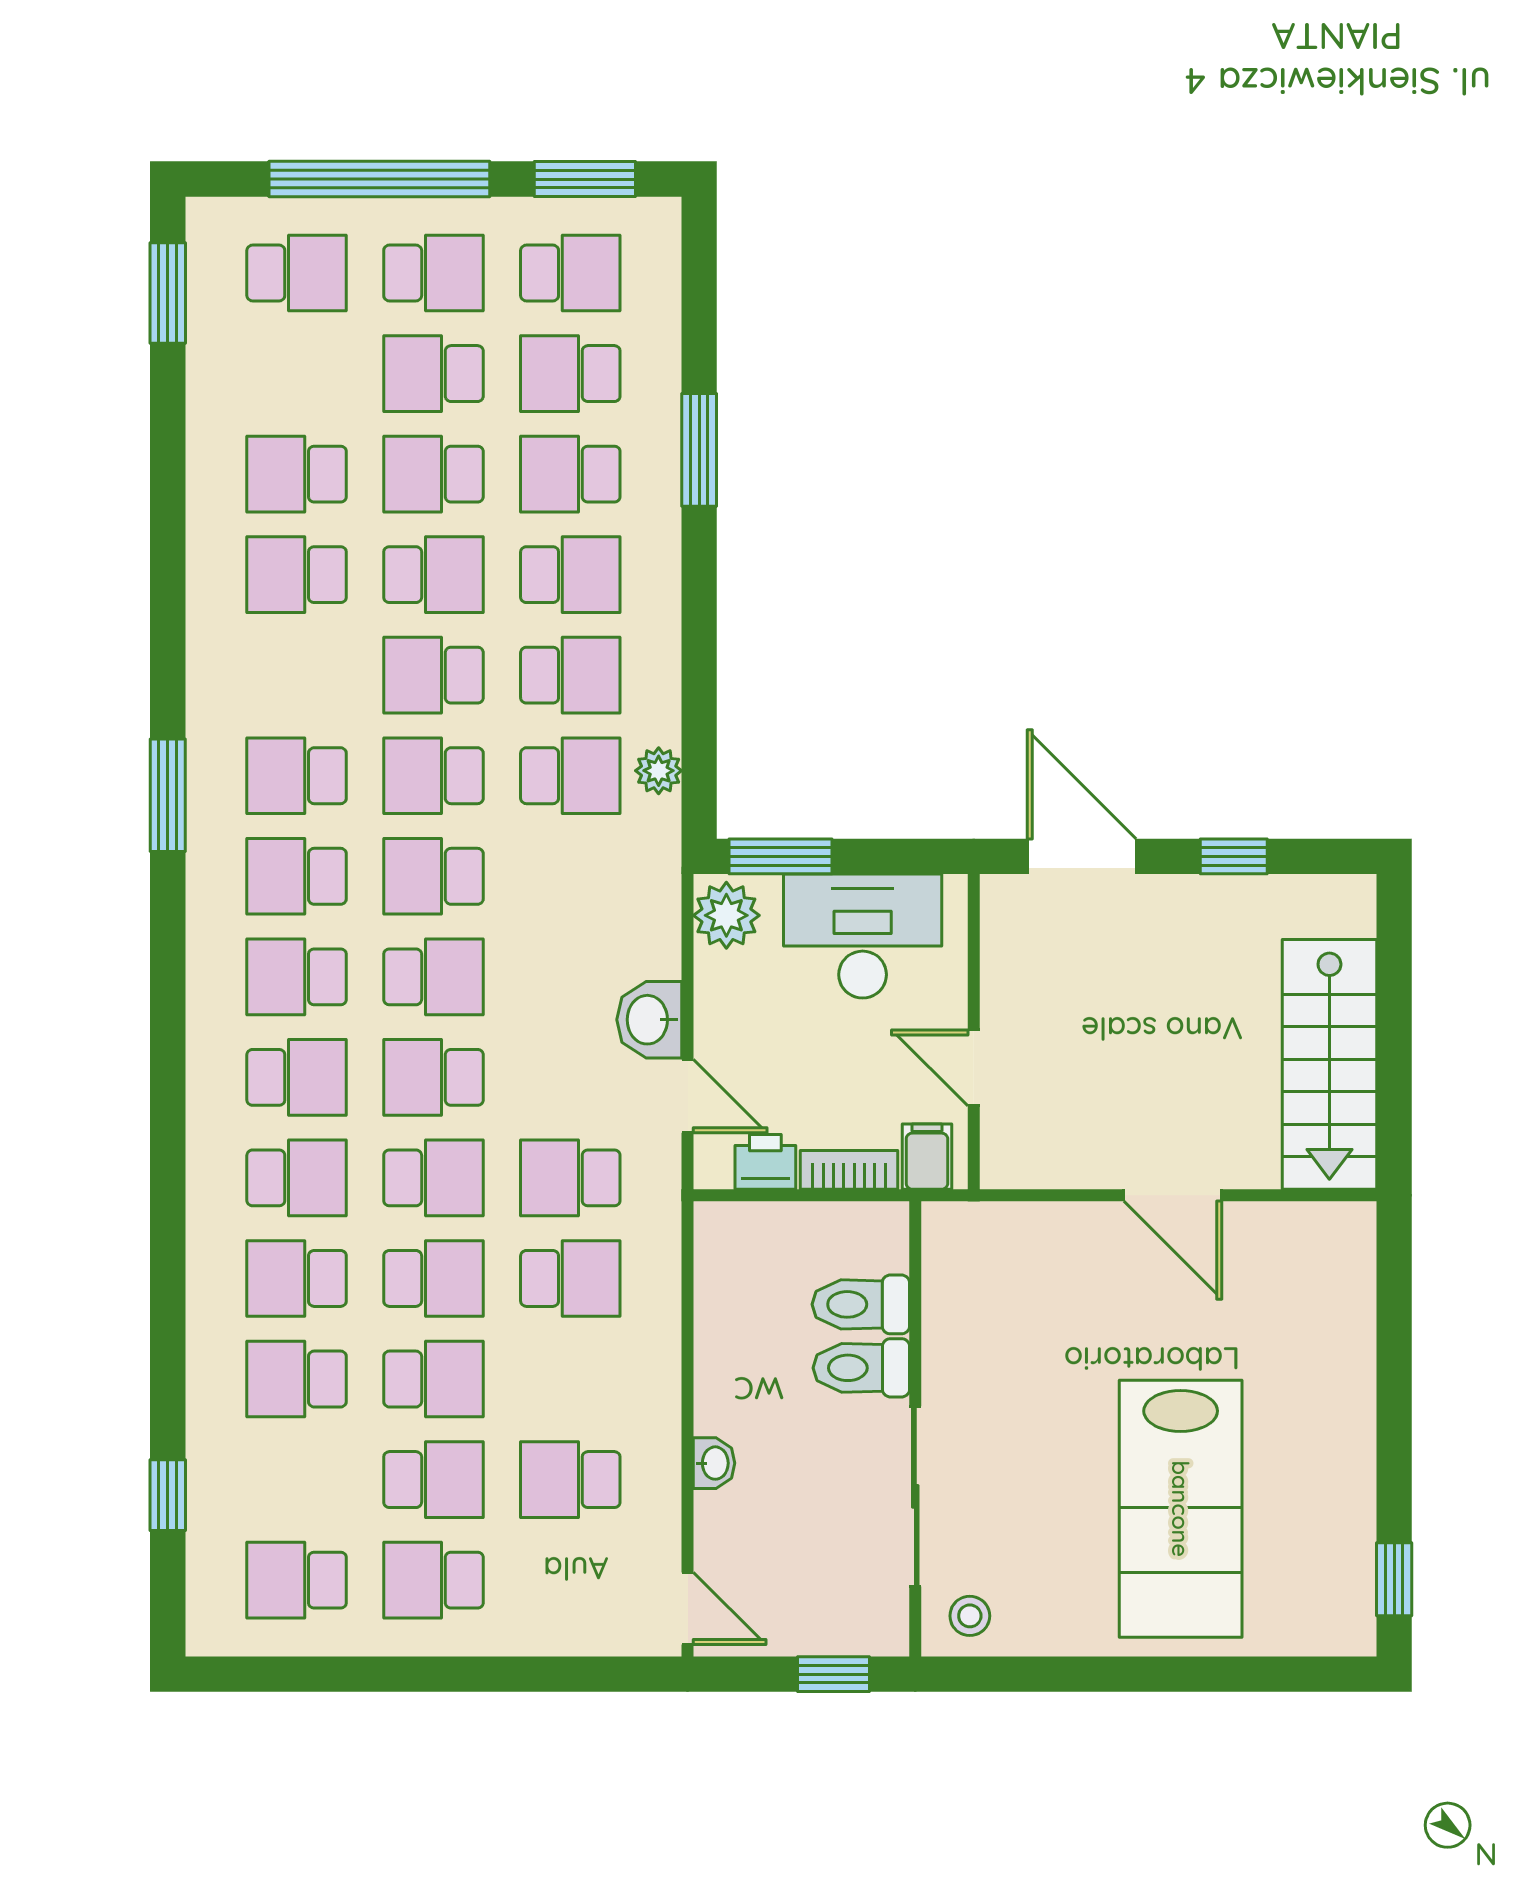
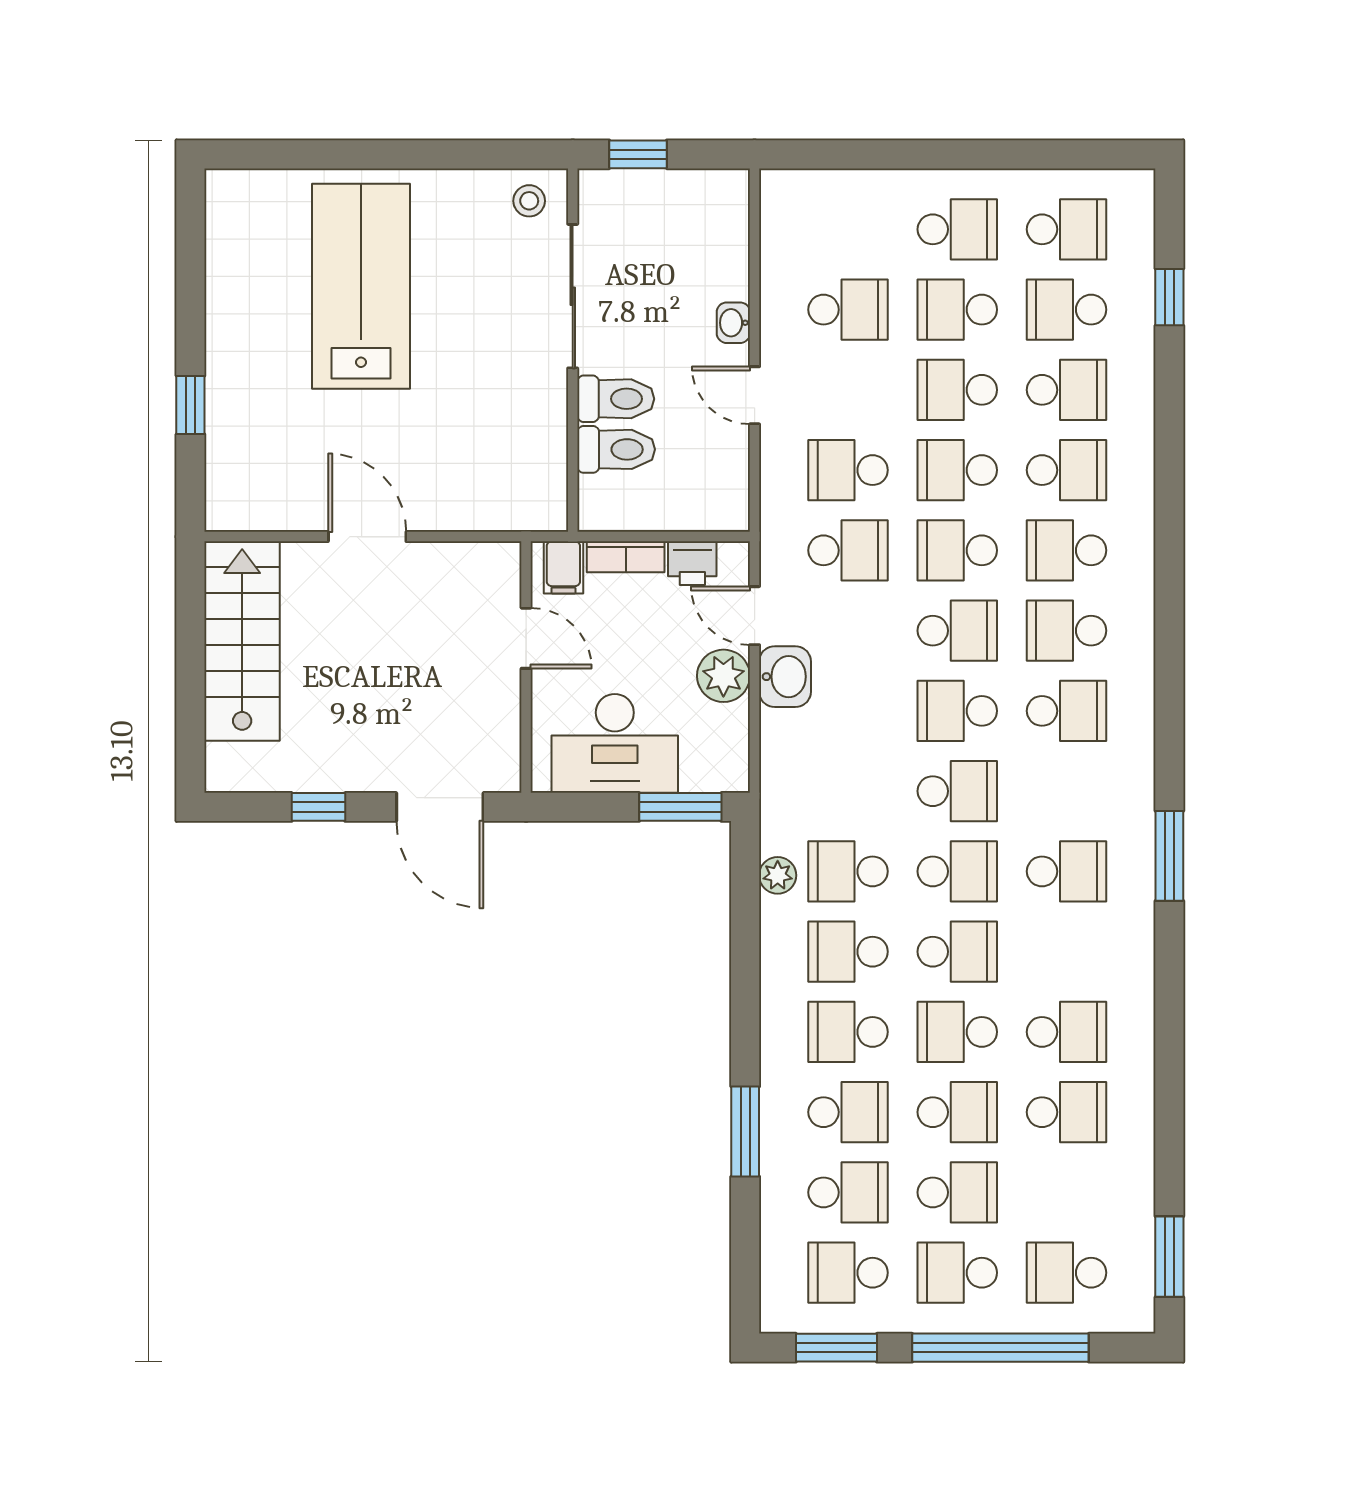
school desk: (297, 876) -> (1067, 310), moved, turned 180
plant: (726, 915) -> (723, 676), moved
window: (1394, 1579) -> (190, 405), moved
door: (688, 1608) -> (755, 395), moved

